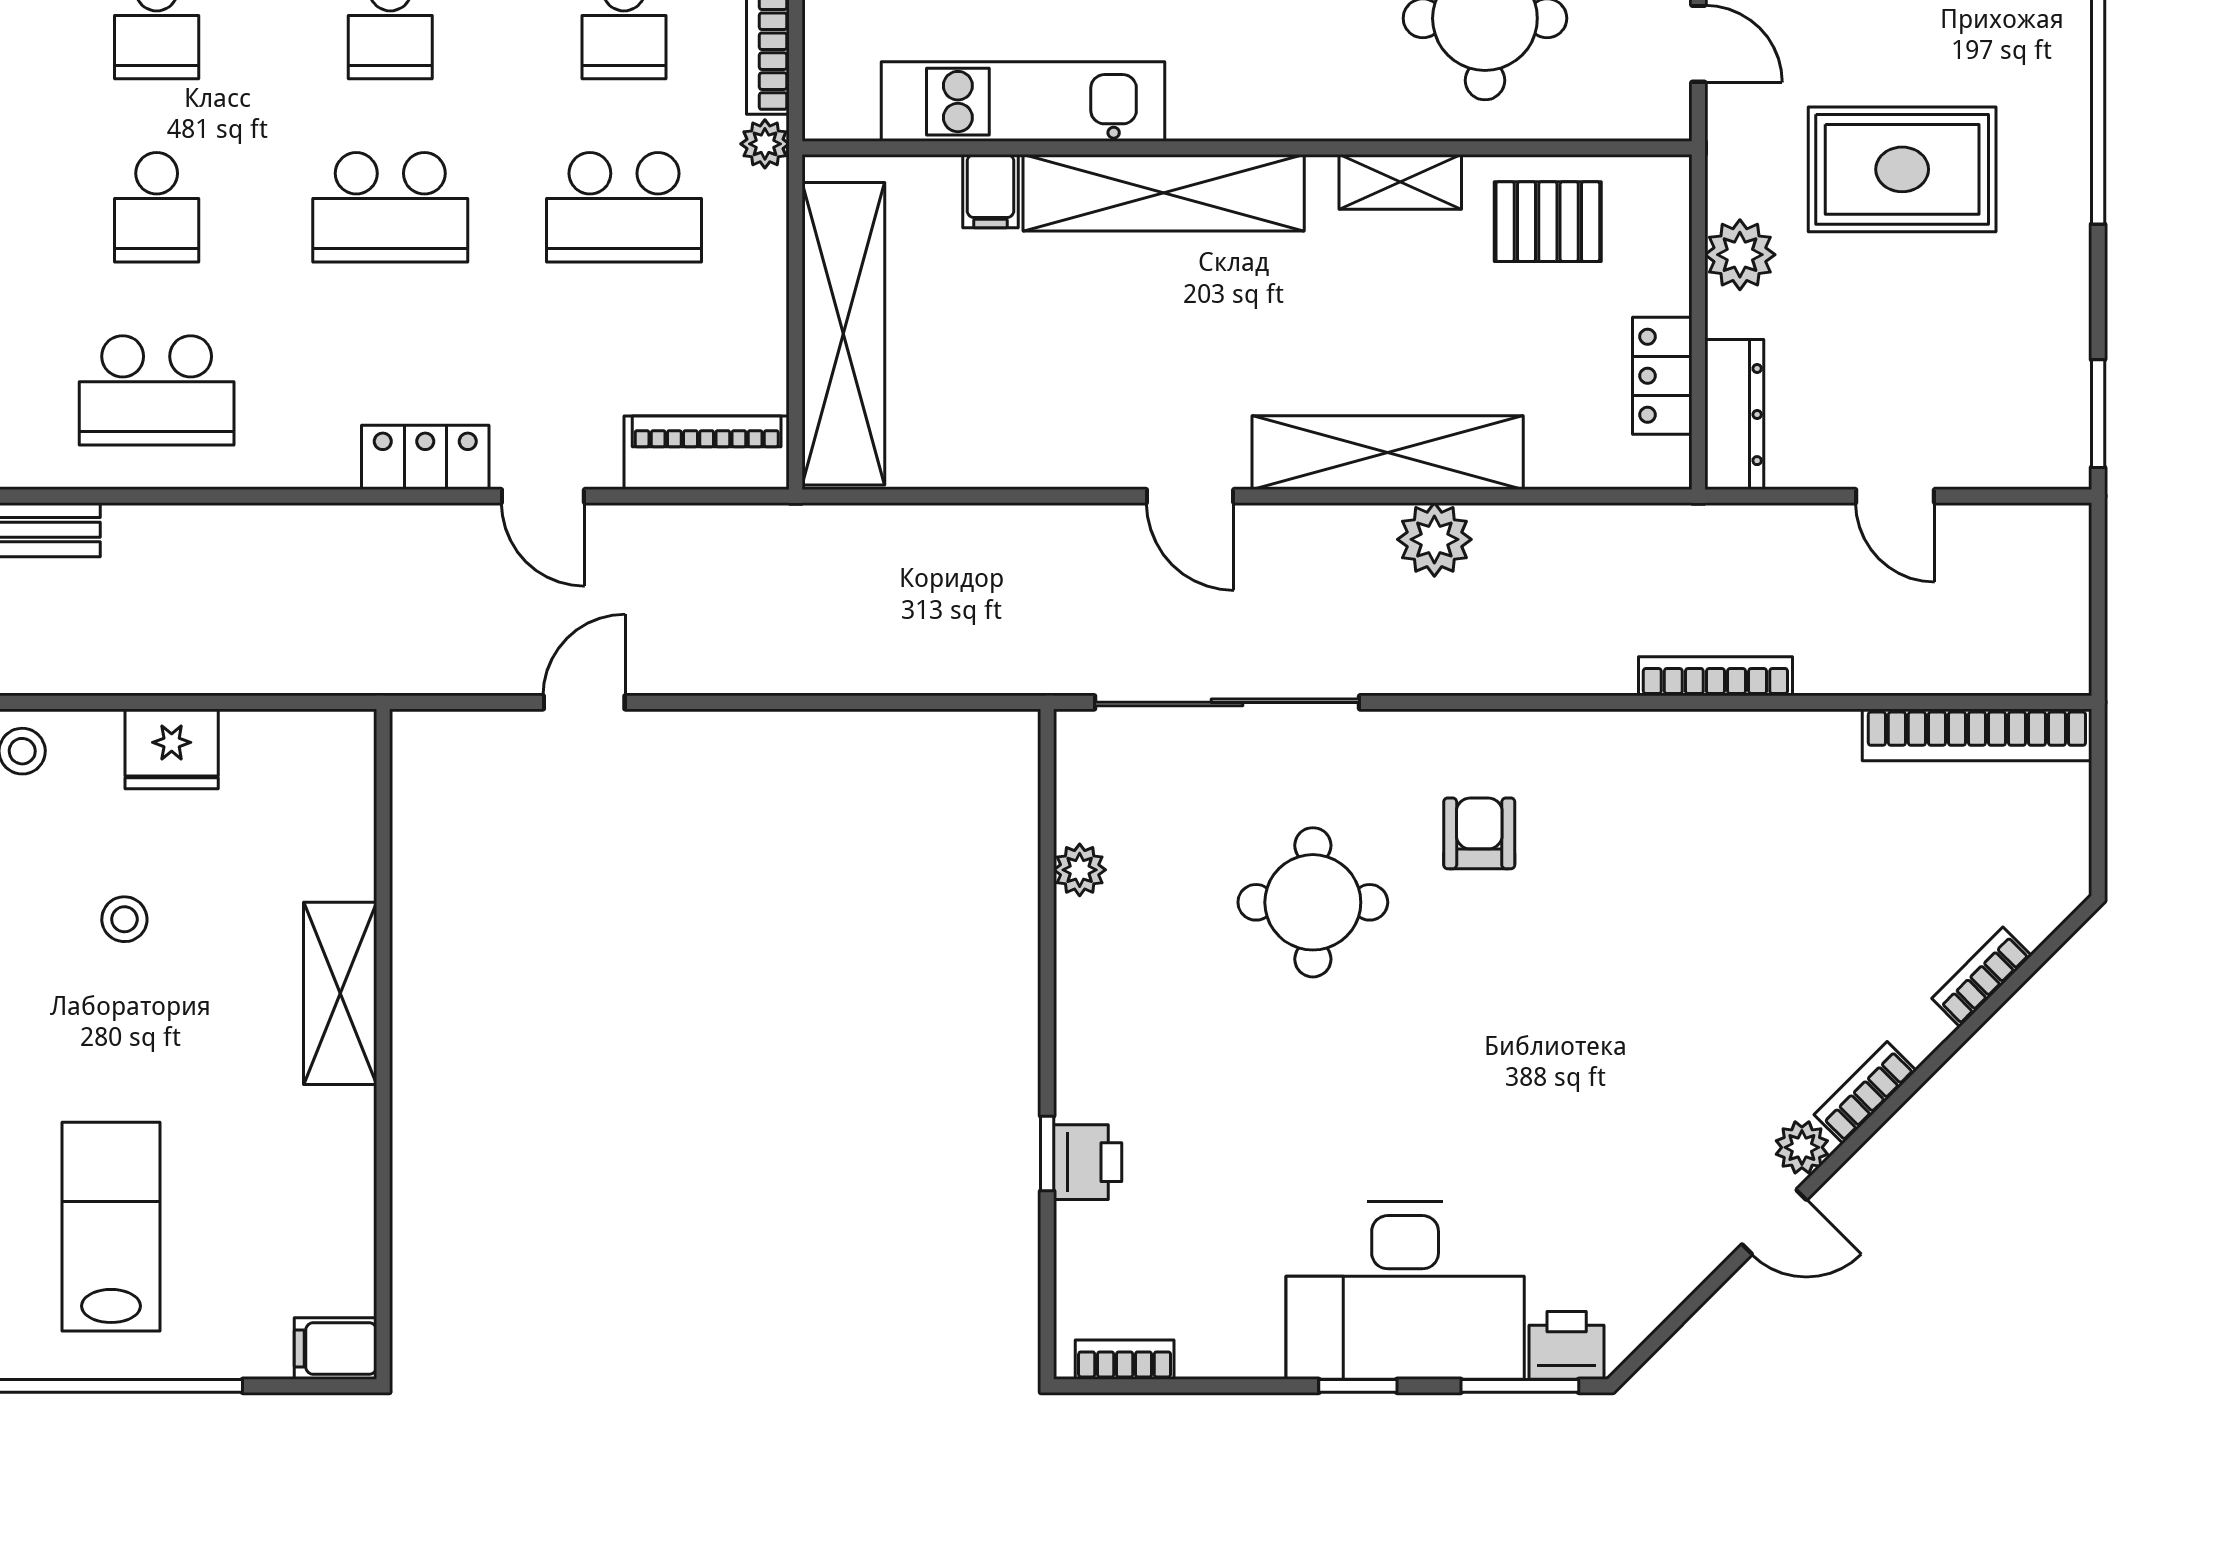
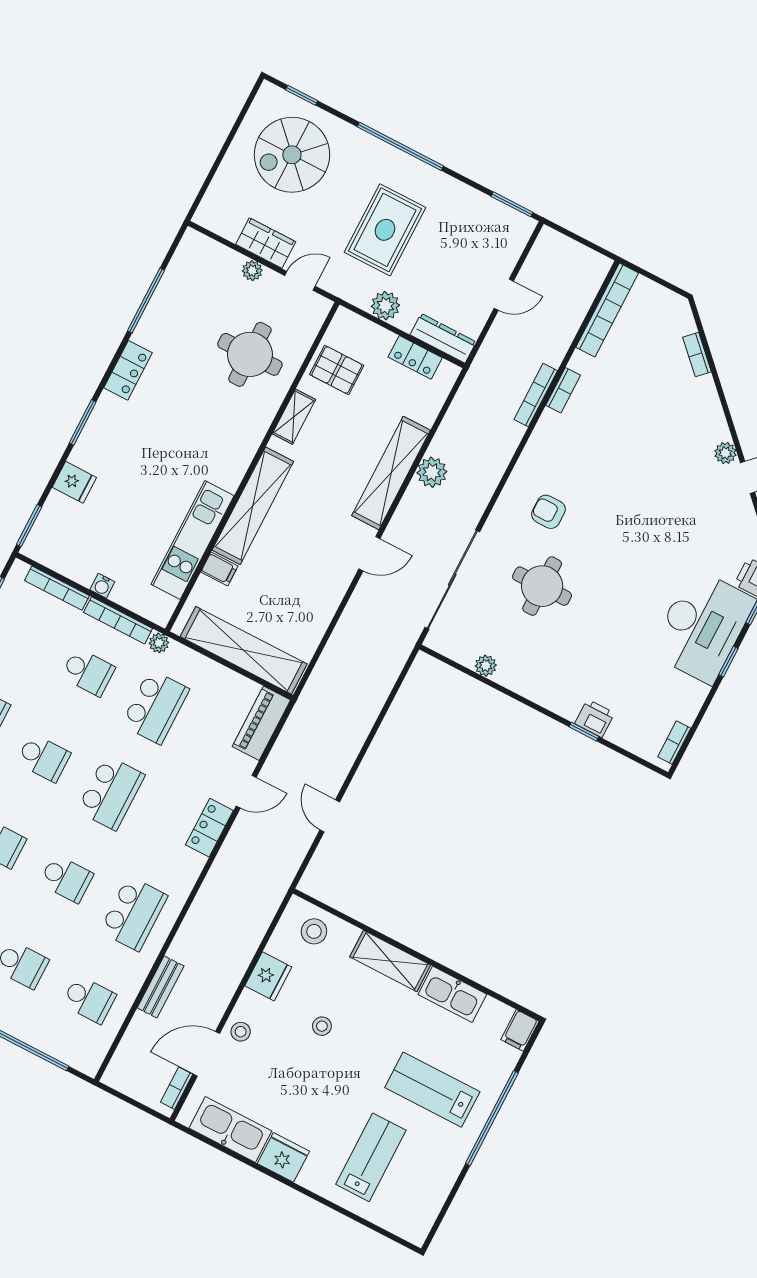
pallet: (1548, 222) -> (337, 370), turned 90
stool: (319, 797) -> (314, 931), added
bookcase: (1865, 1093) -> (563, 390), moved, turned -135
kitchen sink: (338, 1164) -> (452, 994), added

